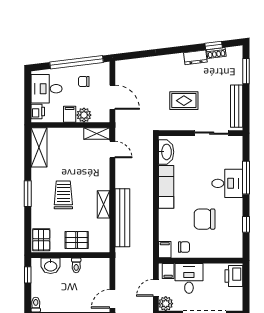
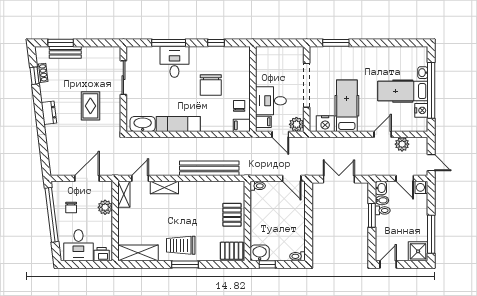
dresser: (195, 57) -> (49, 113), moved
bench: (237, 106) -> (65, 52), moved, width x0.73
filing cabinet: (70, 114) -> (104, 222), removed
trolley: (63, 195) -> (181, 245), moved
shelving: (104, 204) -> (164, 187), moved
toilet: (76, 265) -> (258, 186), moved
washbasin: (51, 266) -> (260, 253), moved, turned -90
printer: (234, 276) -> (269, 55), removed

